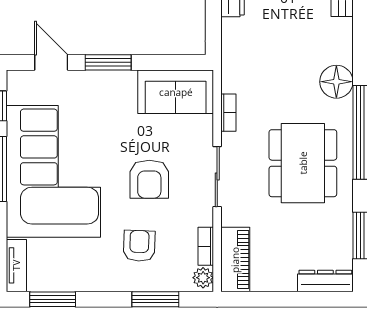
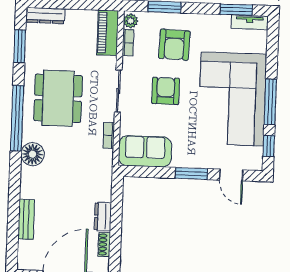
armchair: (139, 246) -> (174, 45), width x1.38, depth x1.38
tv unit: (16, 265) -> (250, 22), moved, turned -90

